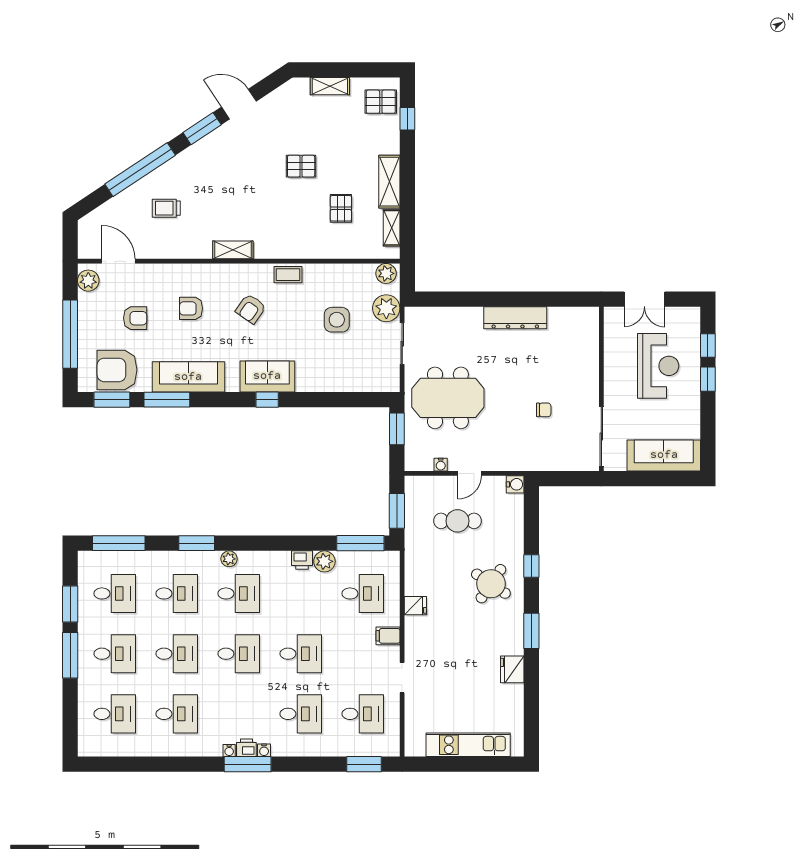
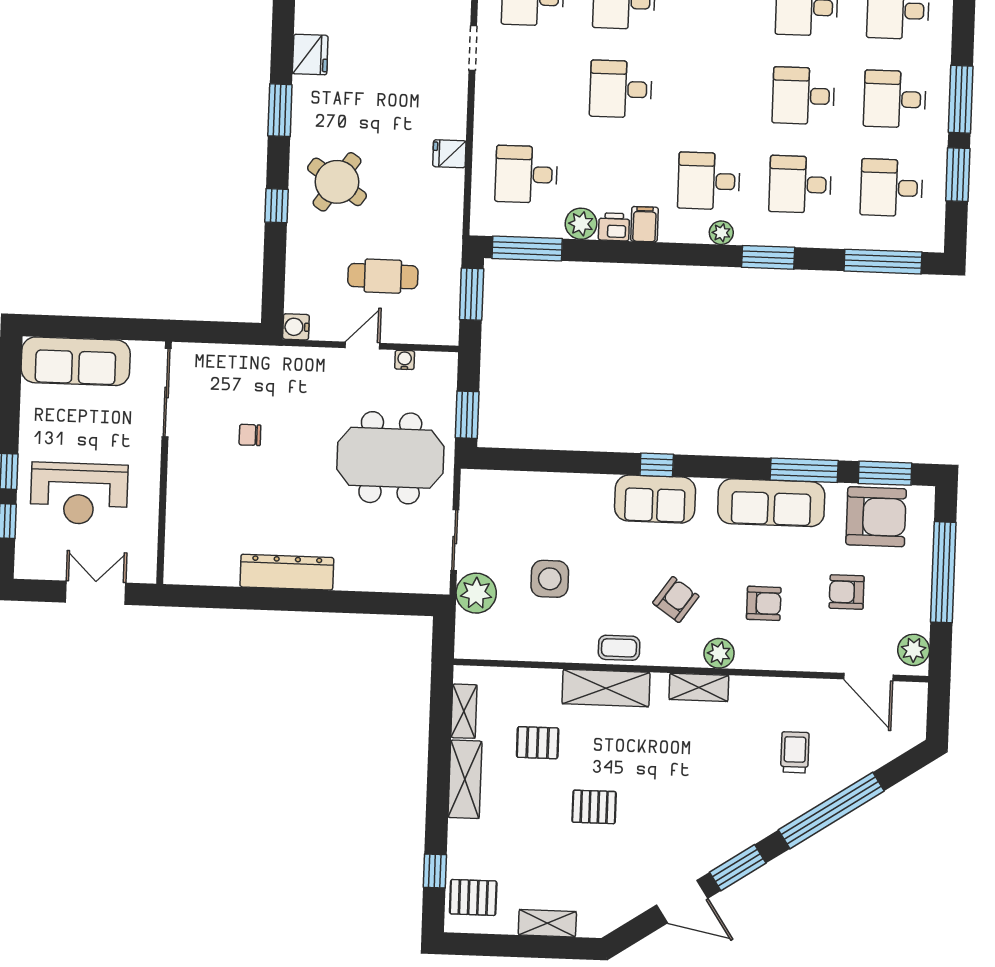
trolley: (166, 208) -> (795, 752), turned -90
pallet: (341, 208) -> (538, 743), turned 90
shelving: (296, 247) -> (606, 688), added
plant: (386, 273) -> (719, 653), moved
reception desk: (658, 366) -> (79, 494), turned -90
filing cabinet: (388, 636) -> (644, 224), moved, turned -90
desk: (239, 654) -> (712, 92), removed

